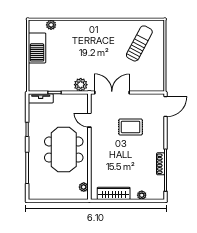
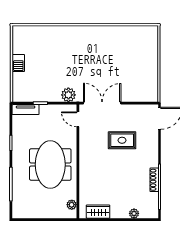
plant: (51, 25) -> (37, 31), removed
sun lounger: (139, 43) -> (131, 51), removed
barbecue: (37, 48) -> (18, 63), width x0.53, depth x0.65
door: (89, 120) -> (78, 119), moved
wardrobe: (114, 193) -> (98, 212), width x0.67

